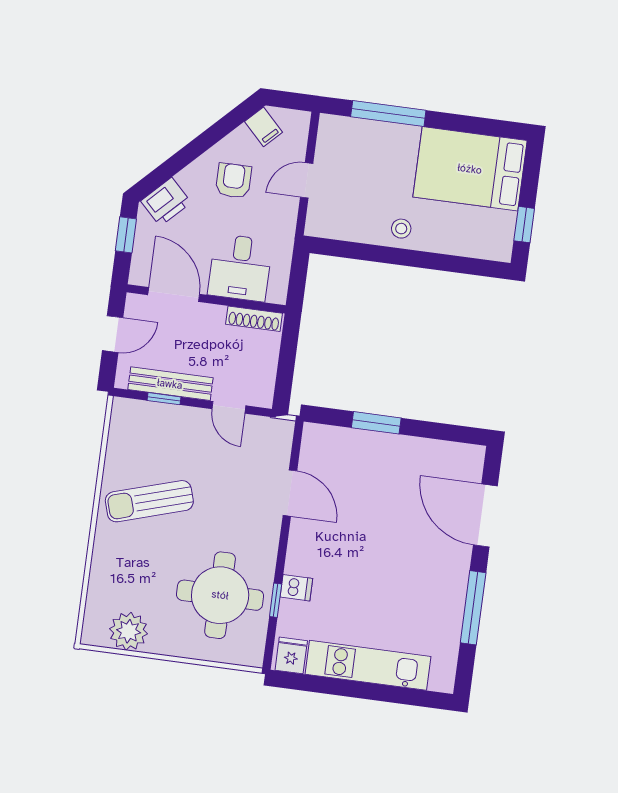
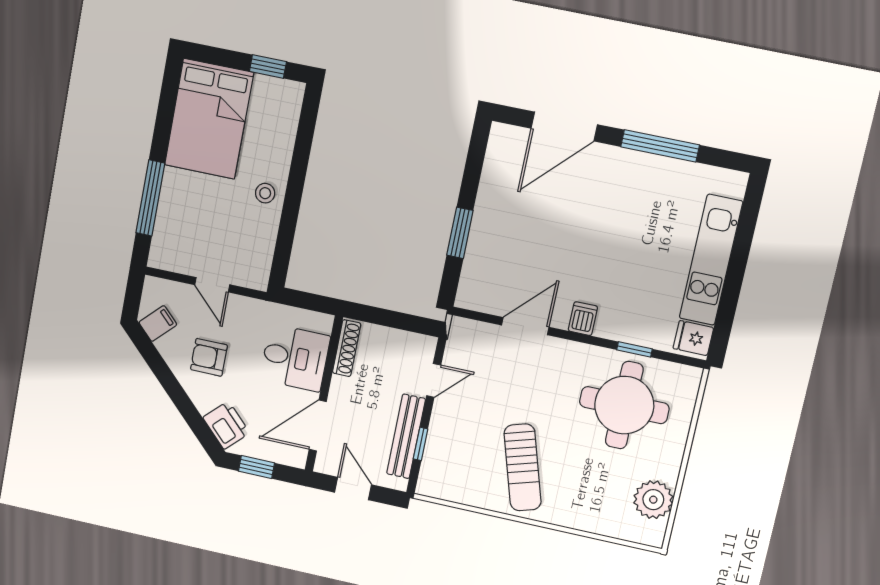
dishwasher: (296, 588) -> (583, 319), moved

